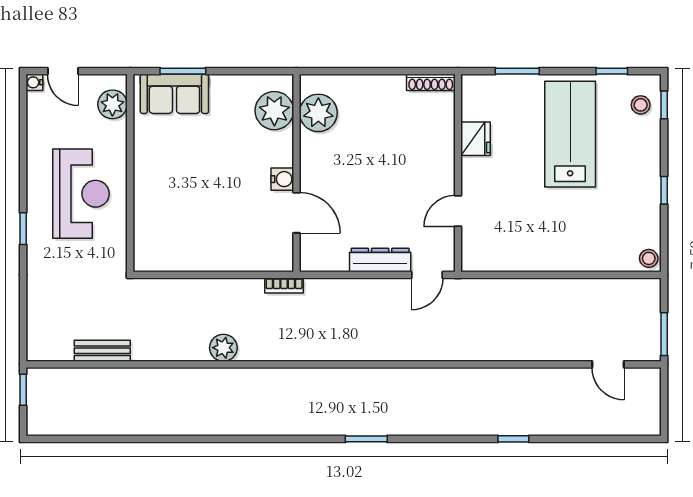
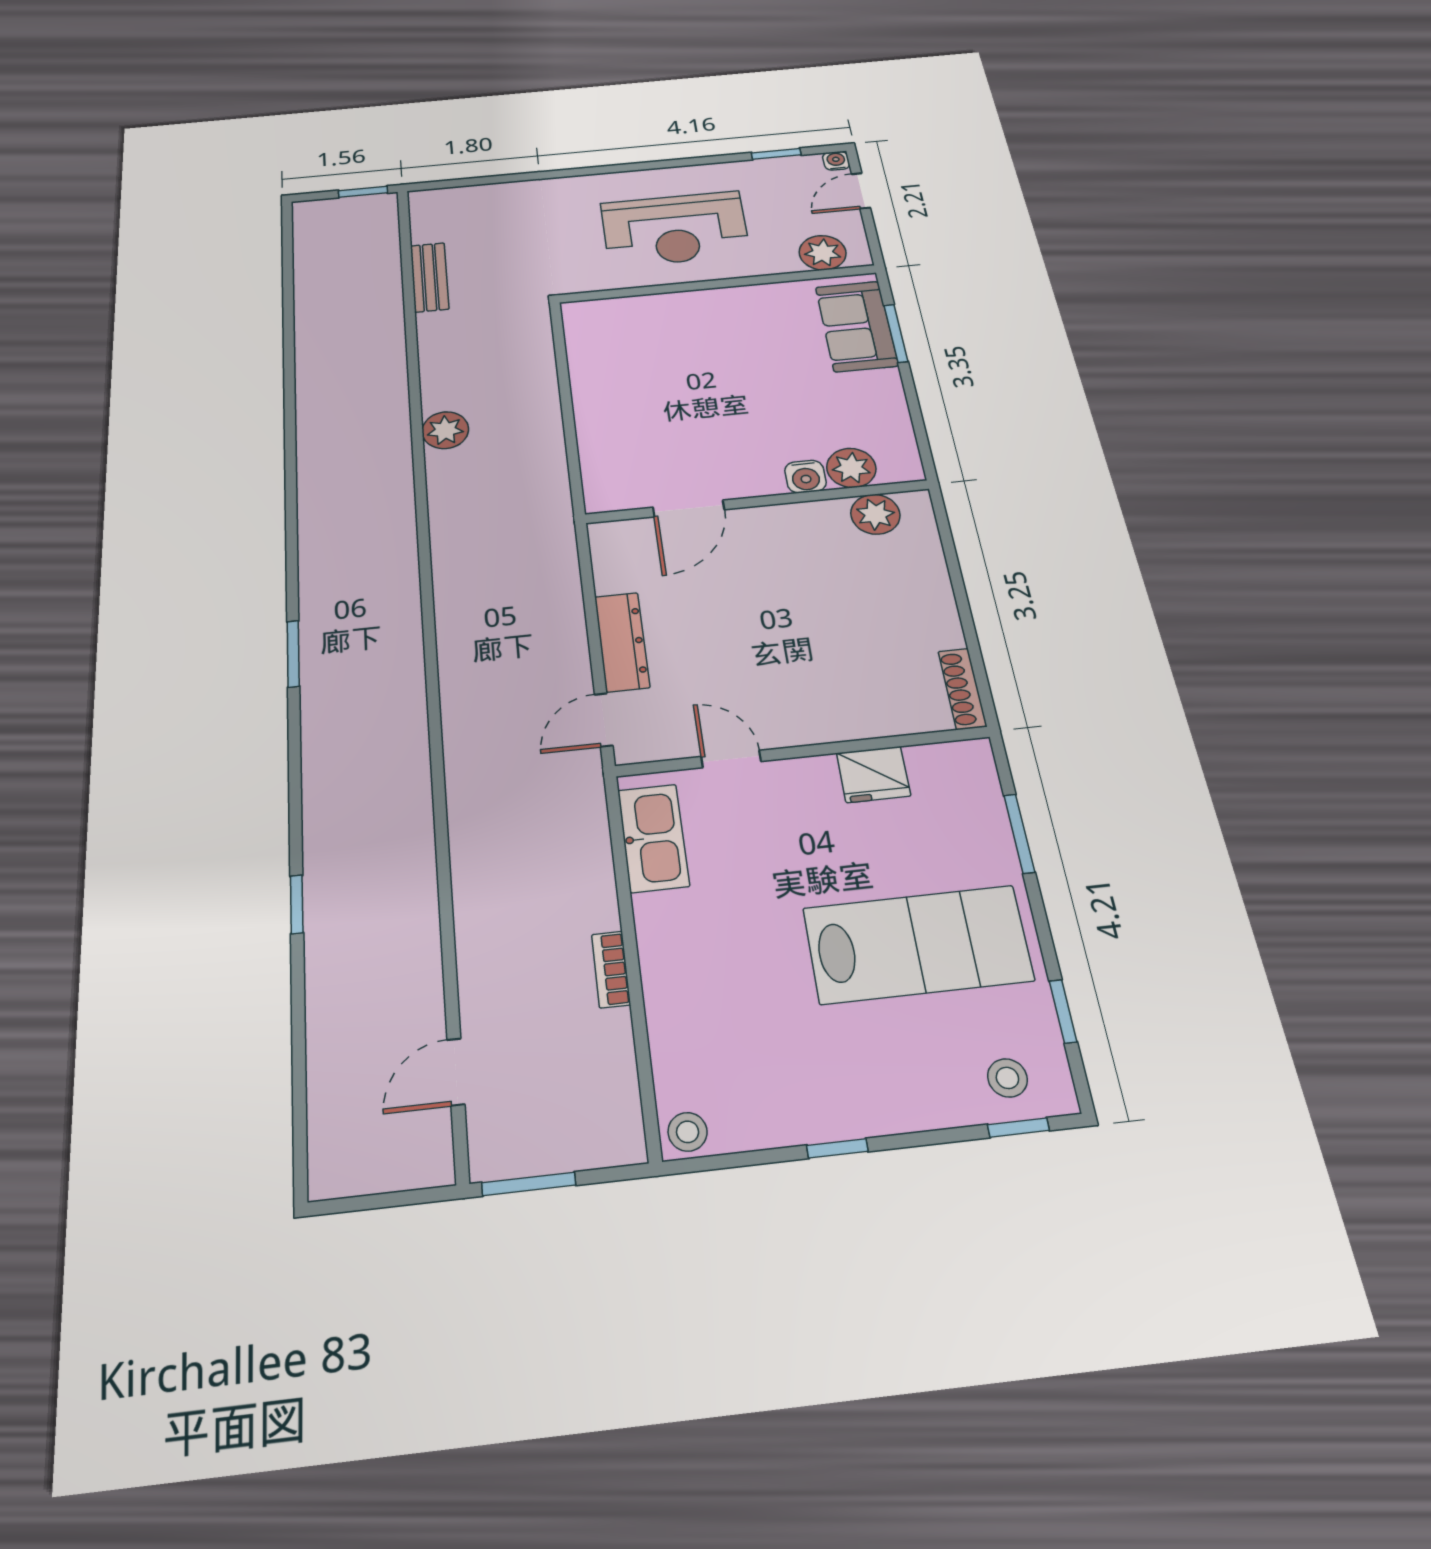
plant: (274, 111) -> (851, 468), width x0.73, depth x0.73
plant: (318, 113) -> (875, 514), width x0.73, depth x0.73
water cooler: (282, 179) -> (805, 477), moved
window: (23, 229) -> (776, 154), moved
kitchen sink: (498, 257) -> (653, 838), added
door: (427, 275) -> (604, 720), hinge flipped
bookcase: (284, 286) -> (611, 969), moved

